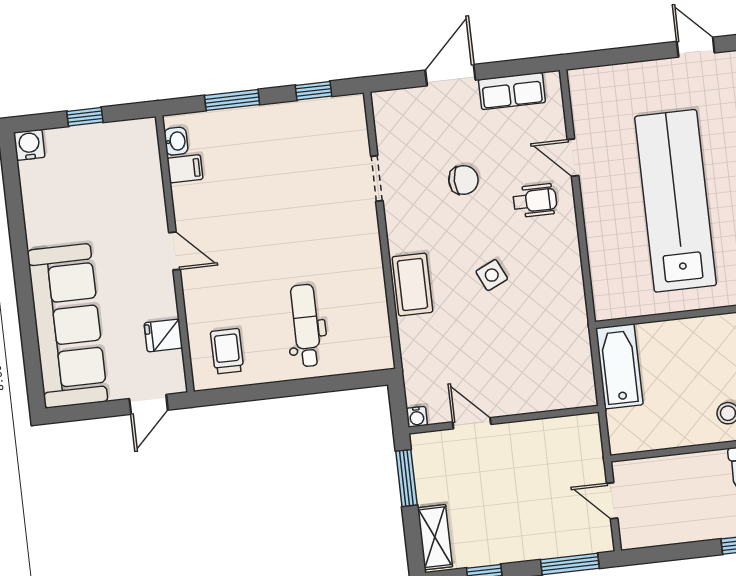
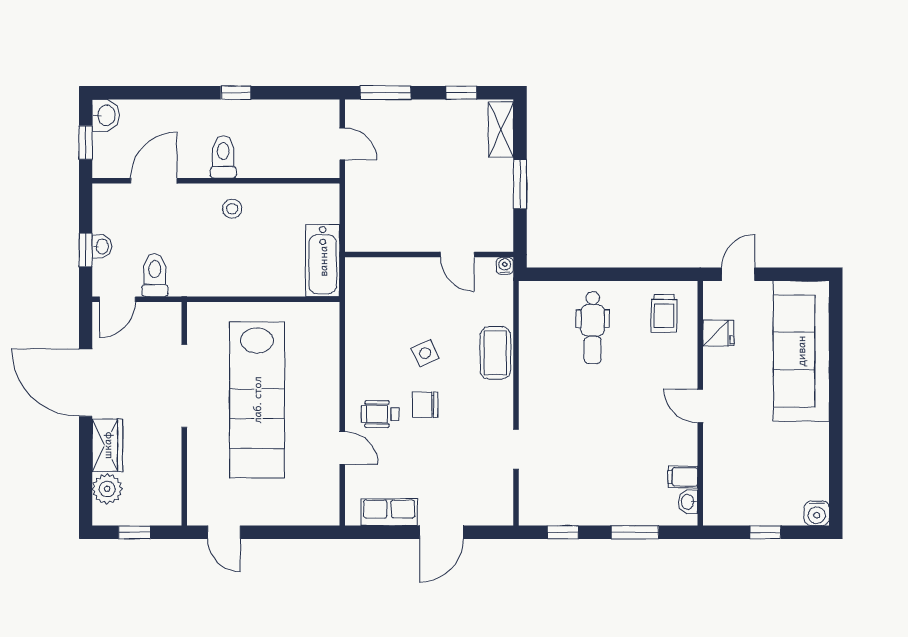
chair: (463, 180) -> (425, 405), moved
water cooler: (417, 417) -> (505, 266), moved
wall: (504, 420) -> (429, 255), moved
door: (472, 423) -> (457, 255), moved

